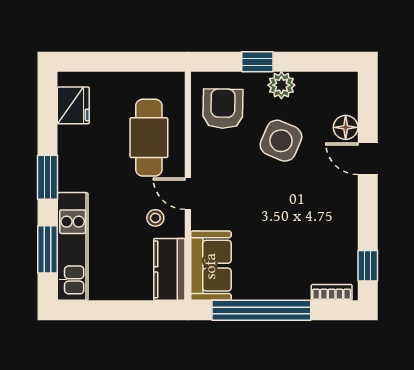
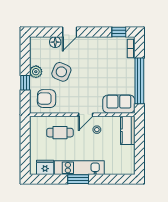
cafe table: (149, 138) -> (60, 133), width x0.73, depth x0.74
kitchen unit: (73, 246) -> (79, 168), moved
window: (48, 249) -> (111, 179), removed
kitchen counter: (169, 269) -> (128, 130), moved, turned 90

